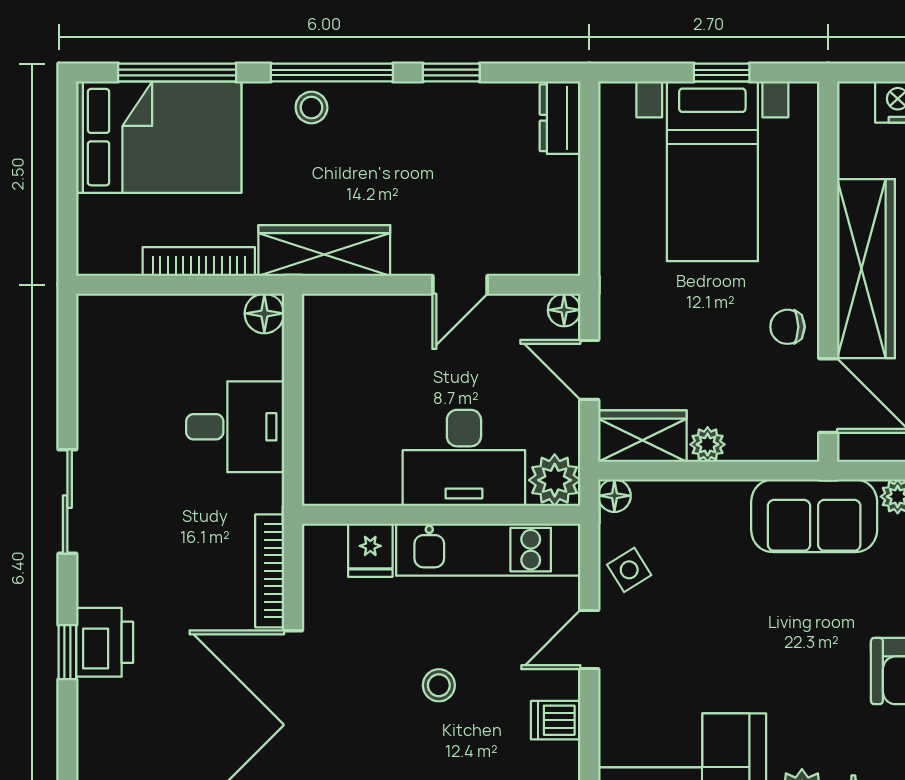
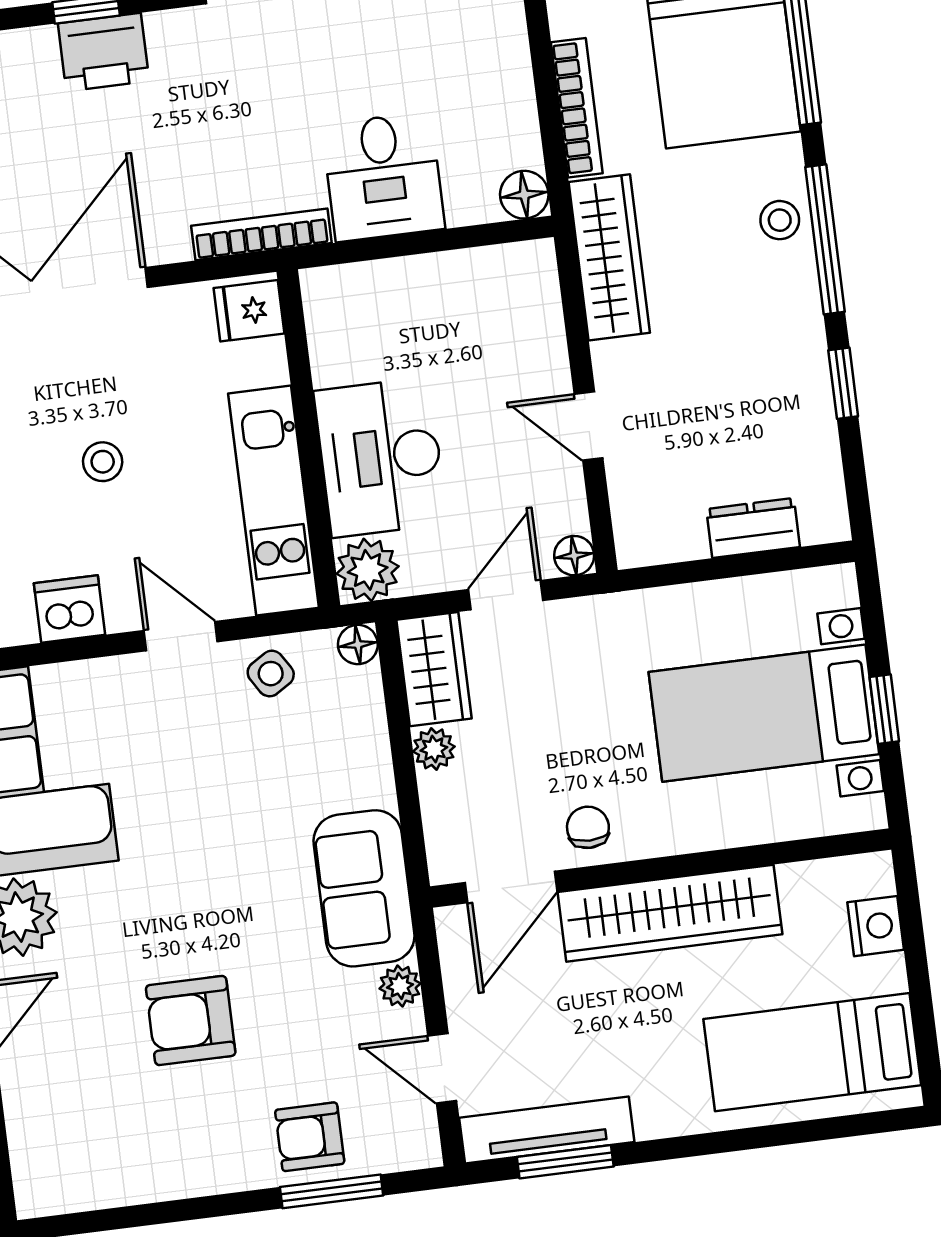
dresser: (560, 118) -> (753, 528), moved
fridge: (370, 550) -> (249, 311), moved
bookcase: (270, 571) -> (261, 234), moved
dishwasher: (556, 720) -> (70, 609), width x1.38

